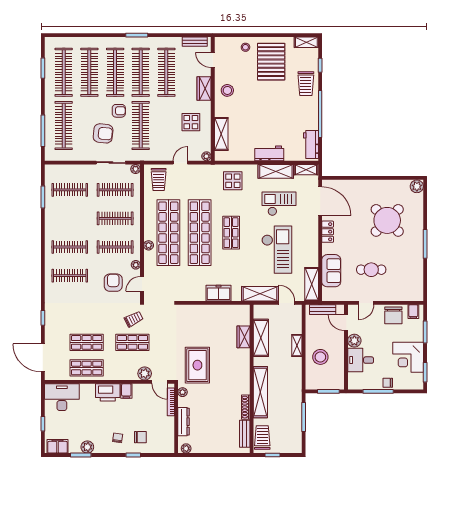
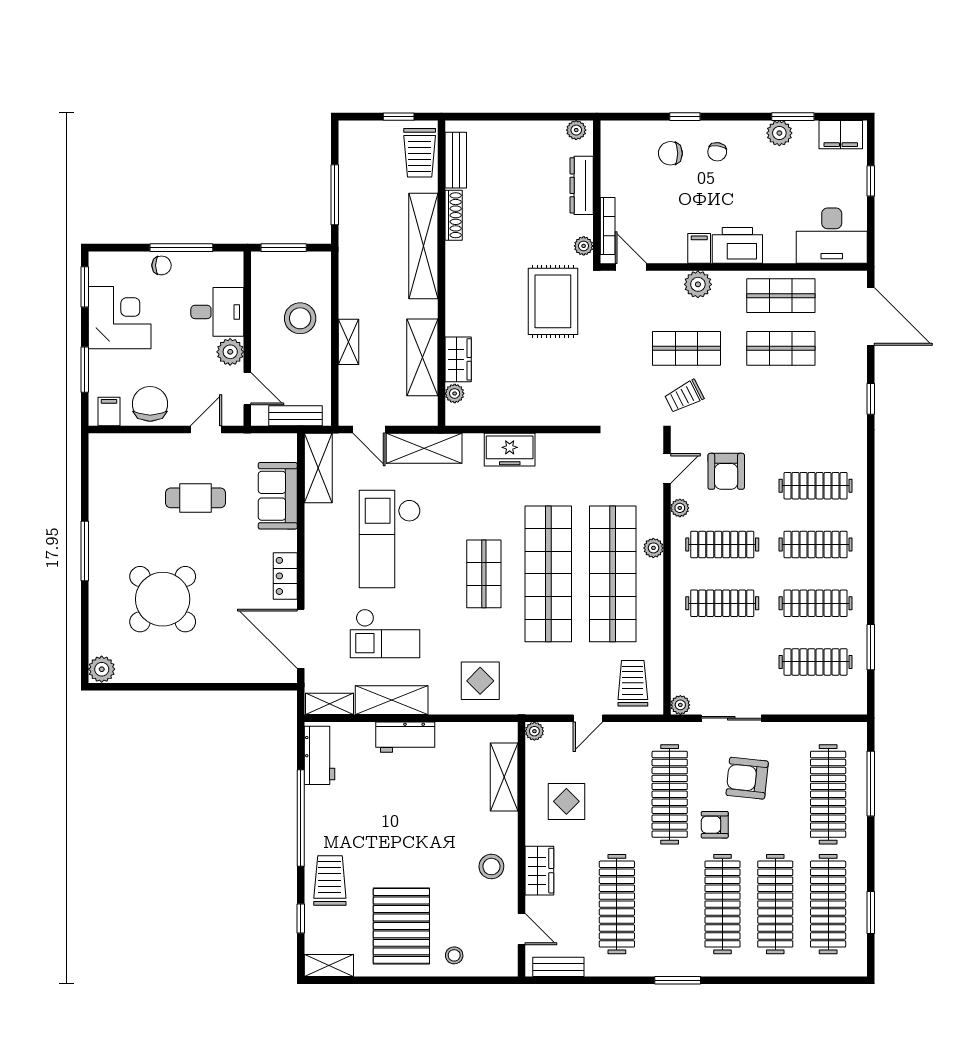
clothes rail: (141, 72) -> (670, 904), removed
clothes rail: (115, 190) -> (816, 603), moved
plant: (245, 320) -> (455, 393), added
plant: (145, 373) -> (698, 284), moved

